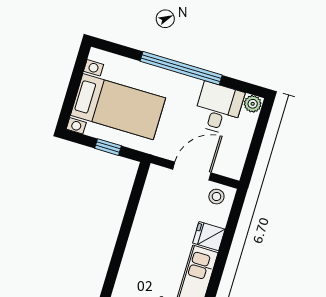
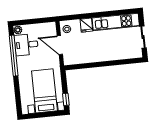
window: (181, 68) -> (14, 56), moved
window: (108, 147) -> (66, 99), moved

